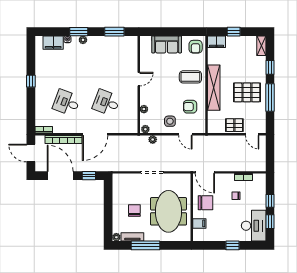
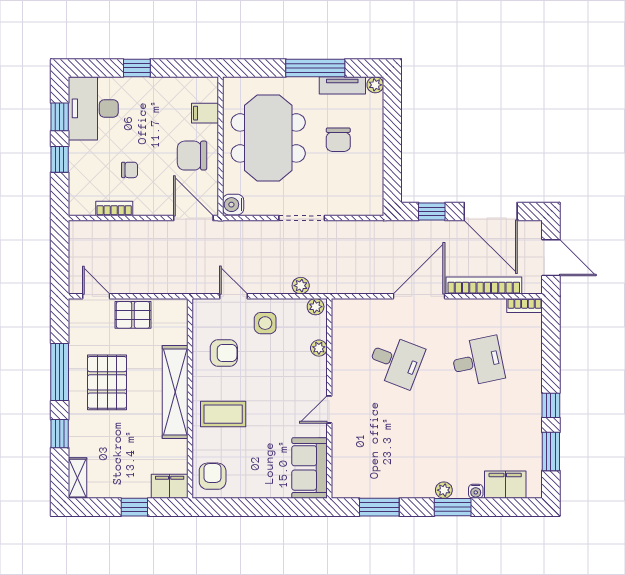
sofa: (167, 44) -> (309, 468), moved, turned -90
window: (31, 59) -> (551, 451), added
pallet: (247, 92) -> (107, 382), turned 90
desk: (66, 103) -> (478, 361), turned -33
water cooler: (186, 179) -> (233, 205), added

